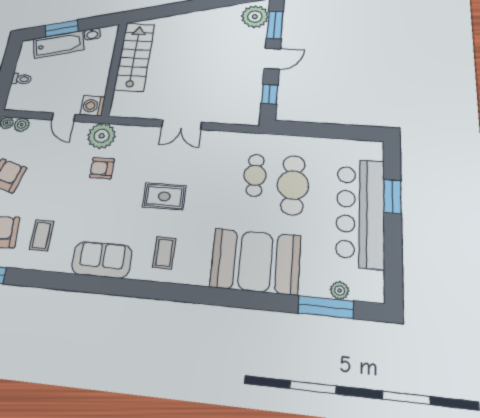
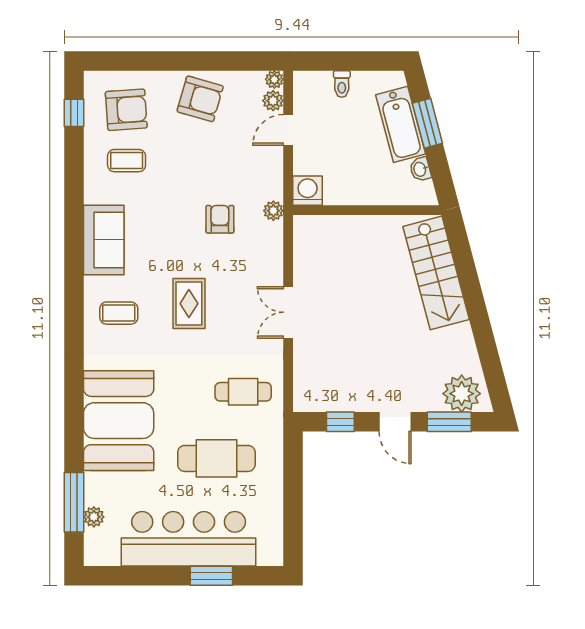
stairs: (135, 57) -> (436, 273), moved, turned 75
door: (63, 117) -> (288, 130), moved
plant: (102, 136) -> (273, 211), width x0.53, depth x0.53
cafe table: (255, 175) -> (243, 392), moved

